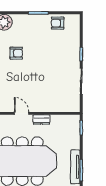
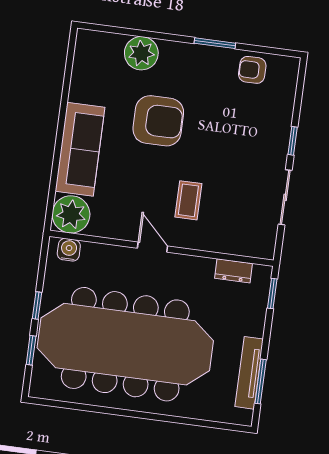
armchair: (16, 53) -> (158, 121), width x1.88, depth x1.88
coffee table: (36, 89) -> (188, 200), added
dresser: (41, 120) -> (234, 271), moved

